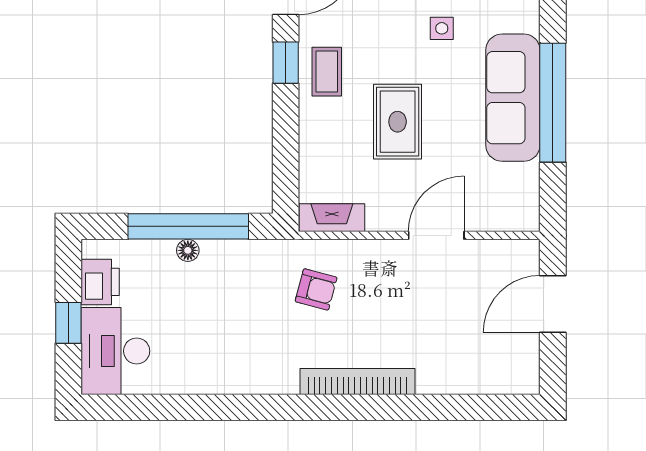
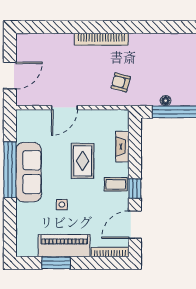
coffee table: (327, 72) -> (116, 184), turned 90
fireplace: (332, 218) -> (122, 147), moved, turned 90
floor lamp: (188, 250) -> (166, 101), moved

